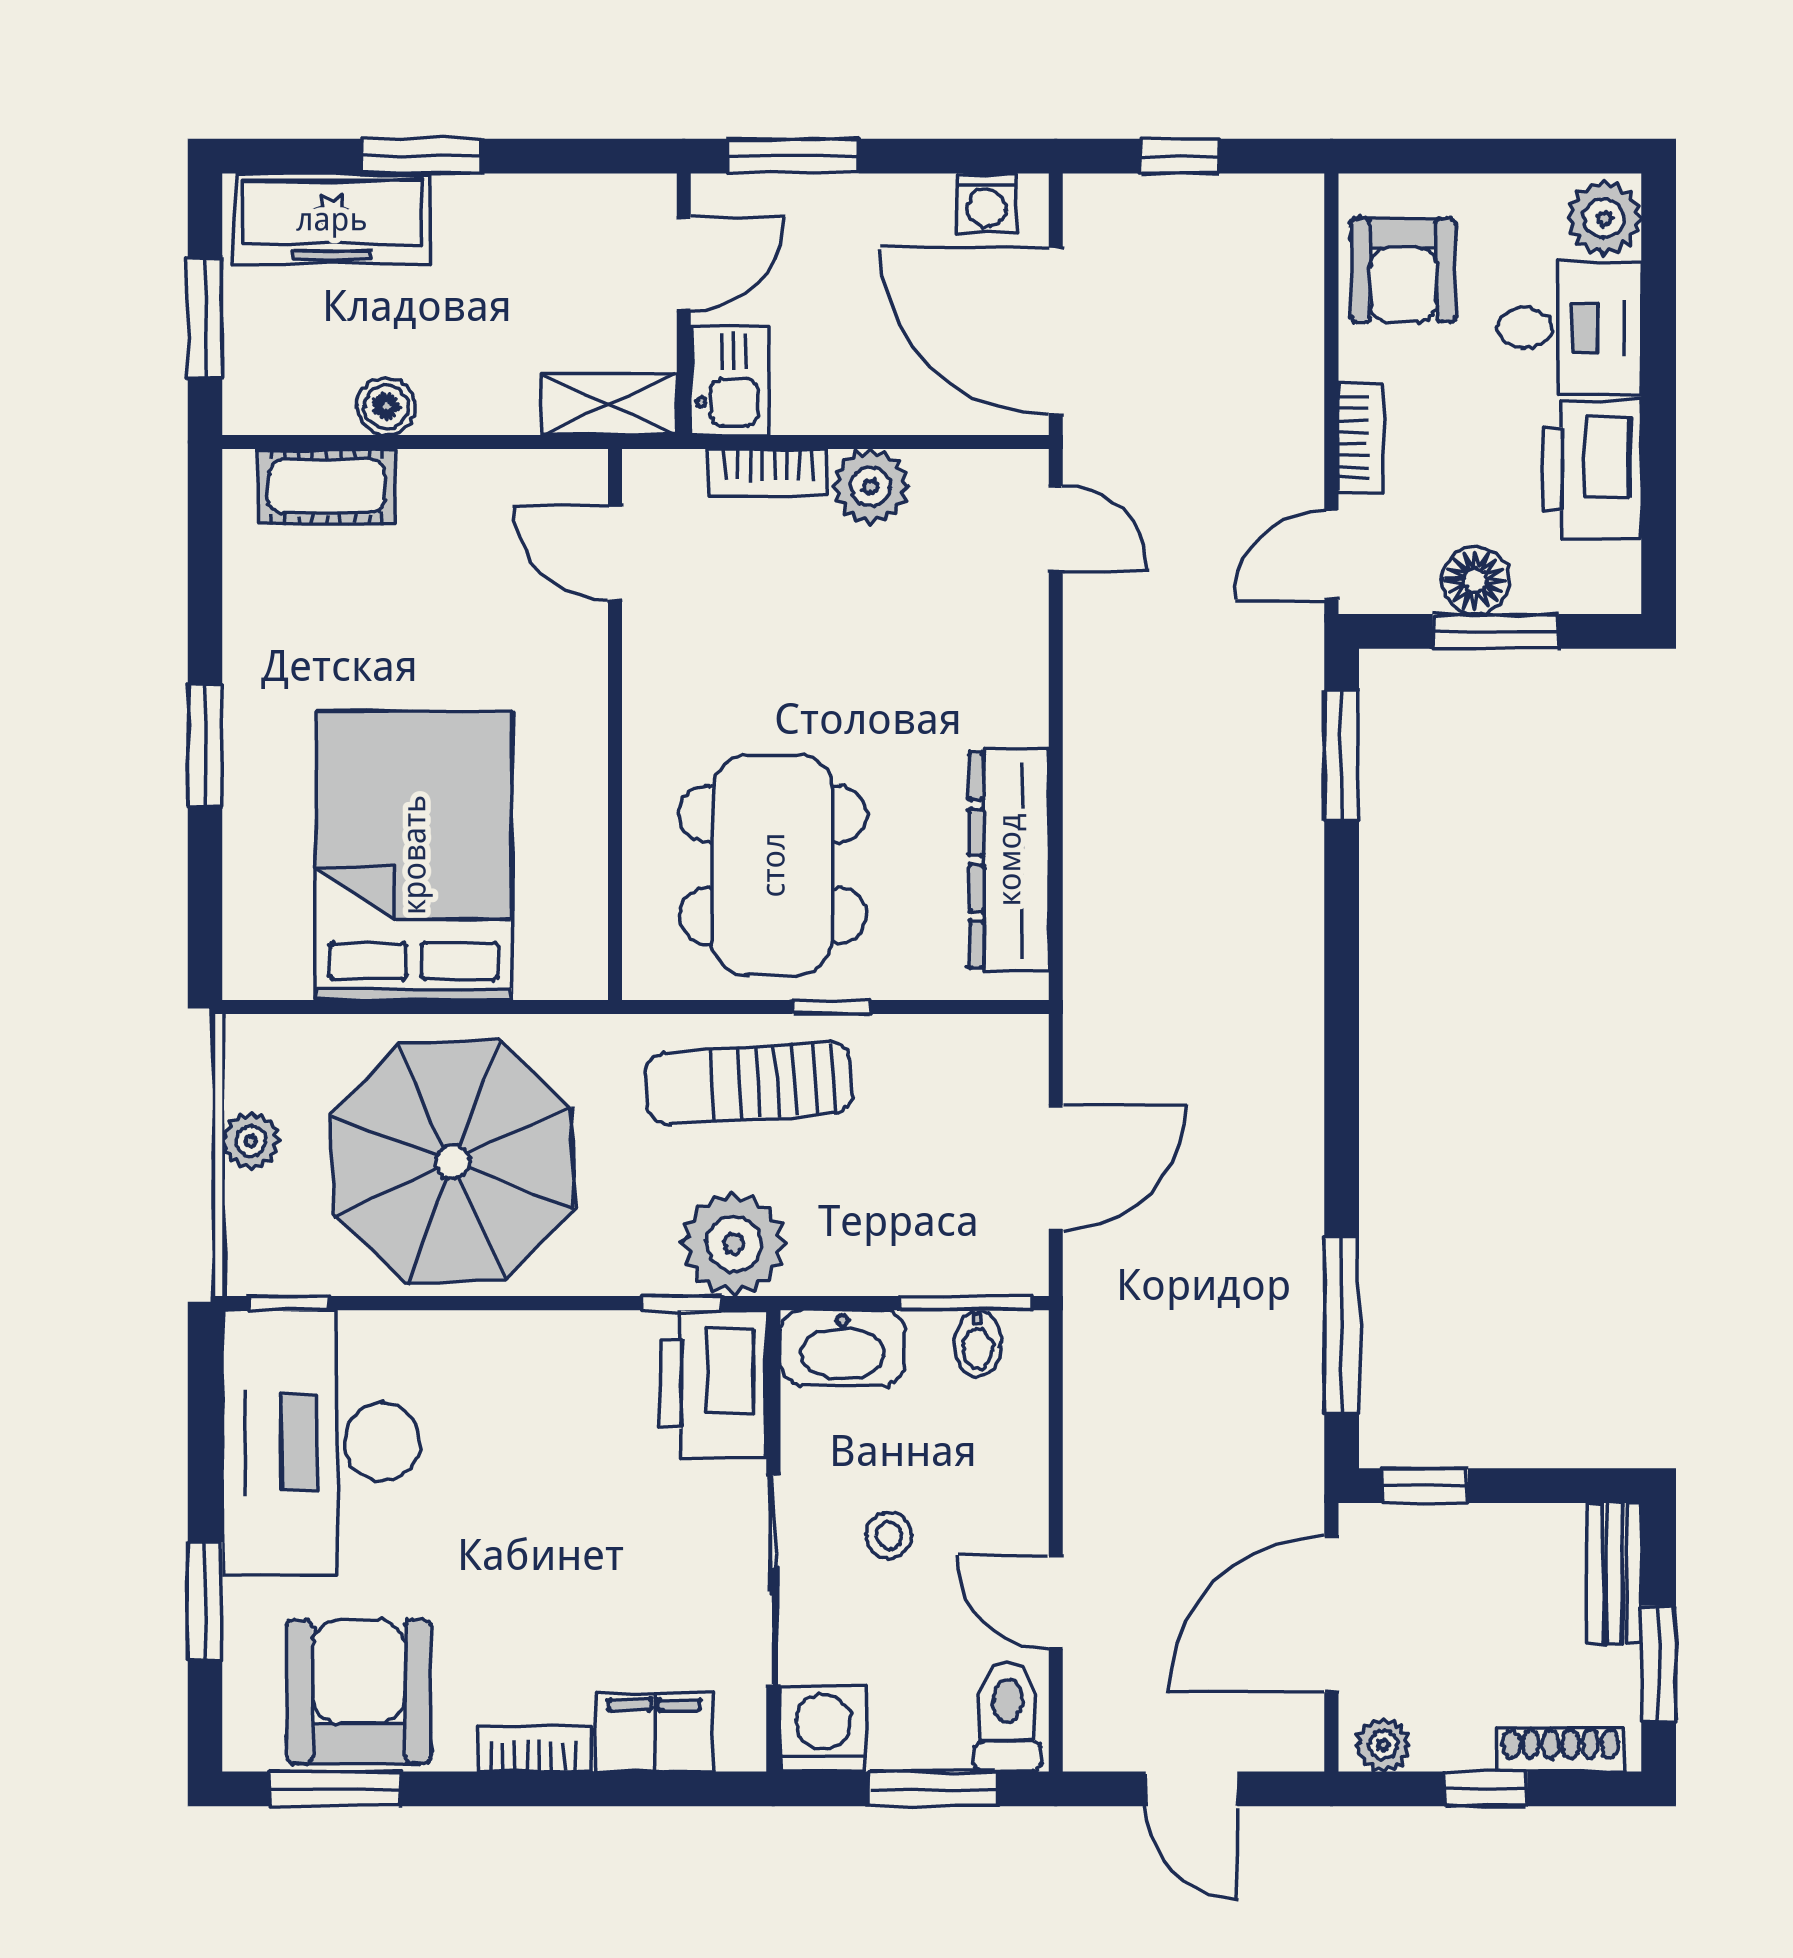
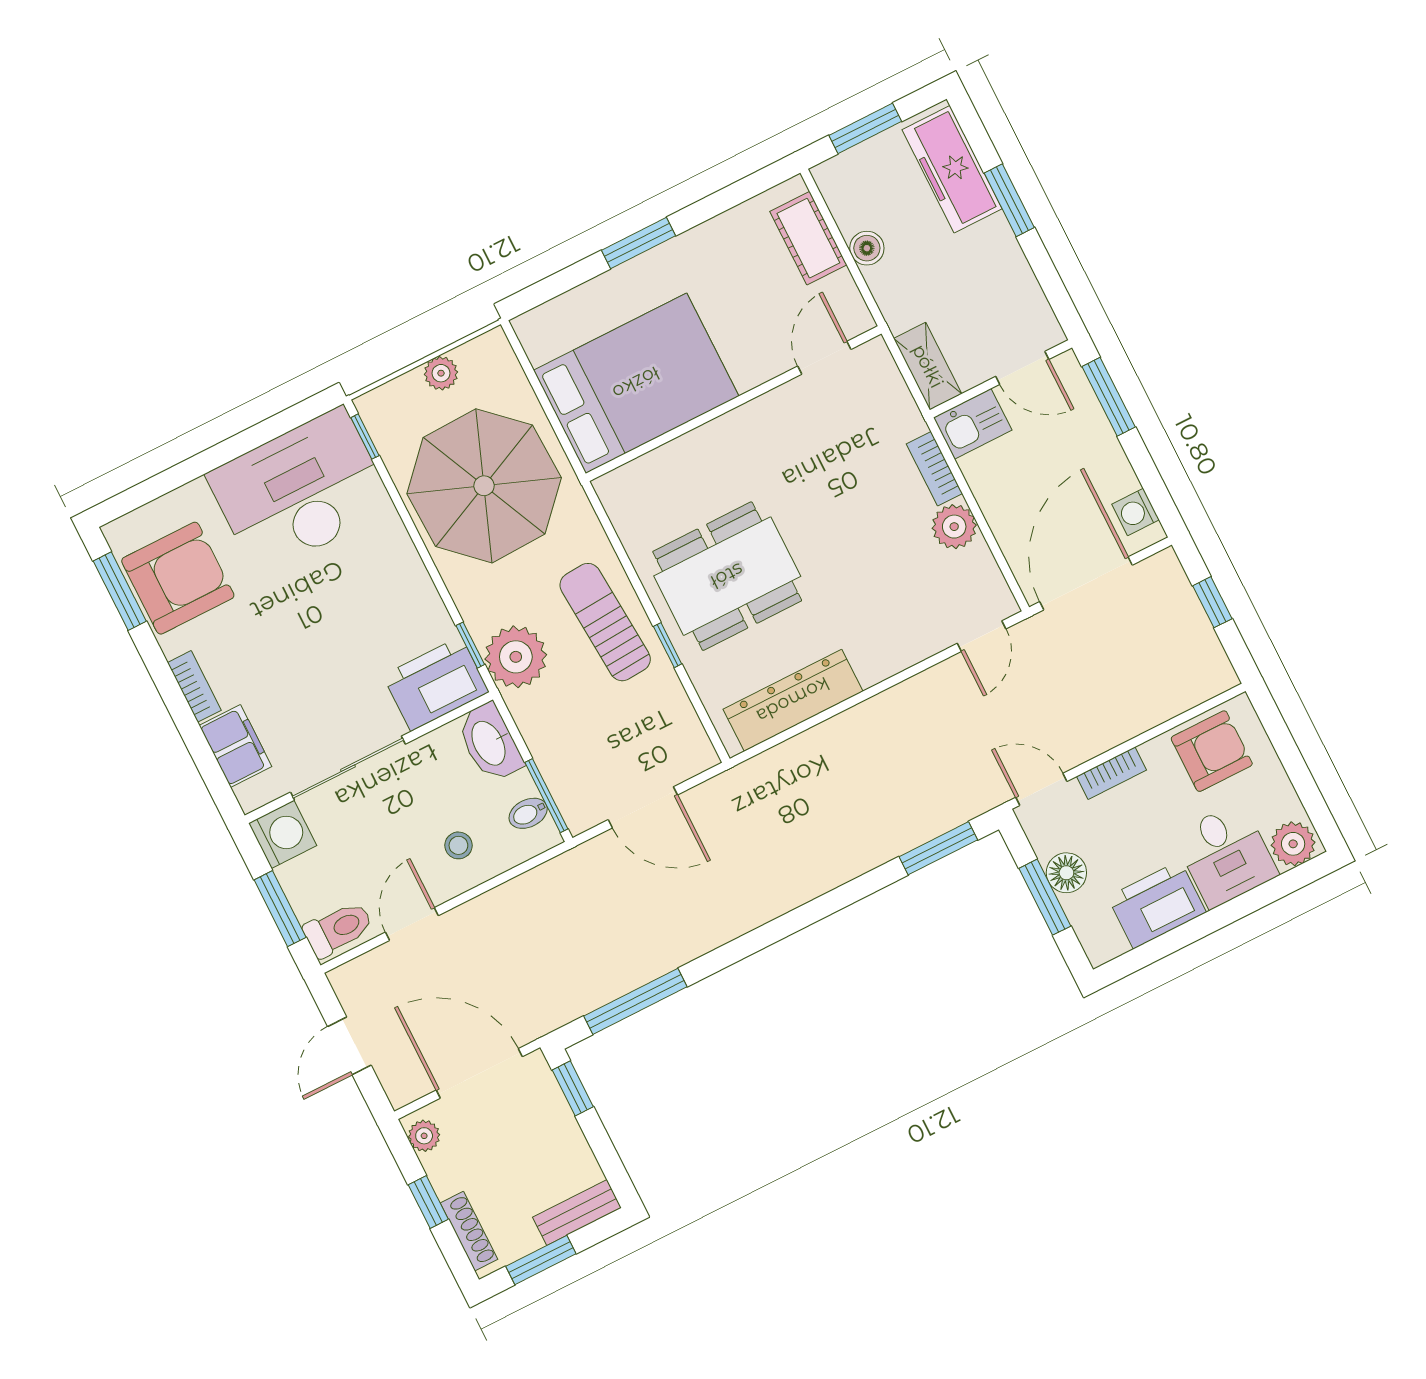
armchair: (1403, 270) -> (1212, 751), turned 180
door: (615, 553) -> (824, 358), moved
wall: (615, 724) -> (734, 404), moved
stool: (889, 1536) -> (458, 845), moved
window: (205, 1601) -> (185, 472), removed

